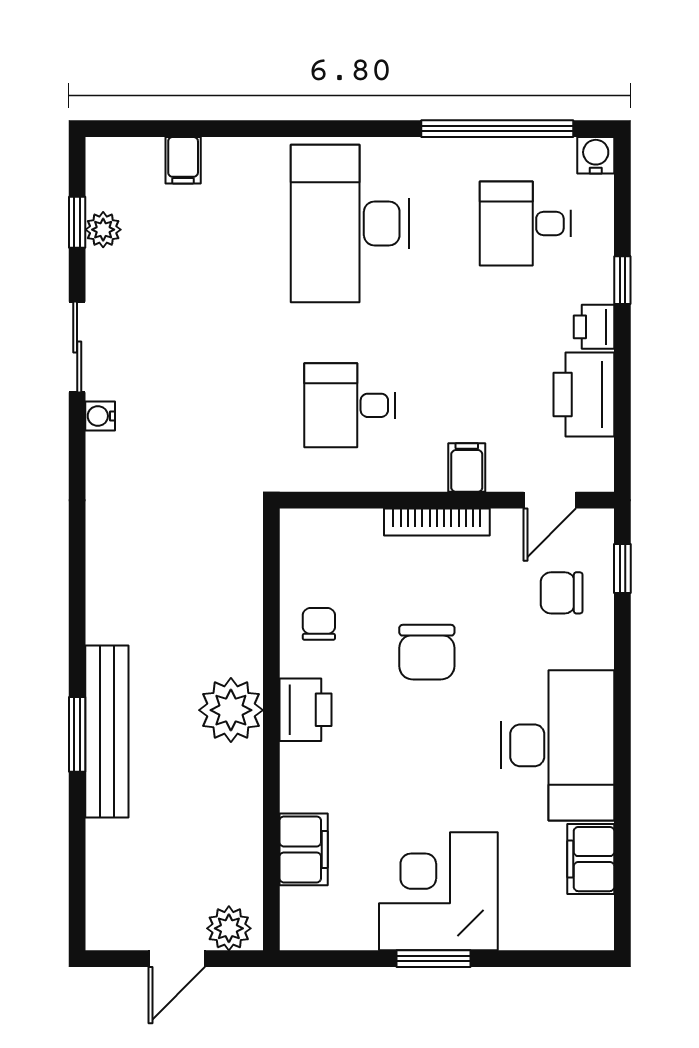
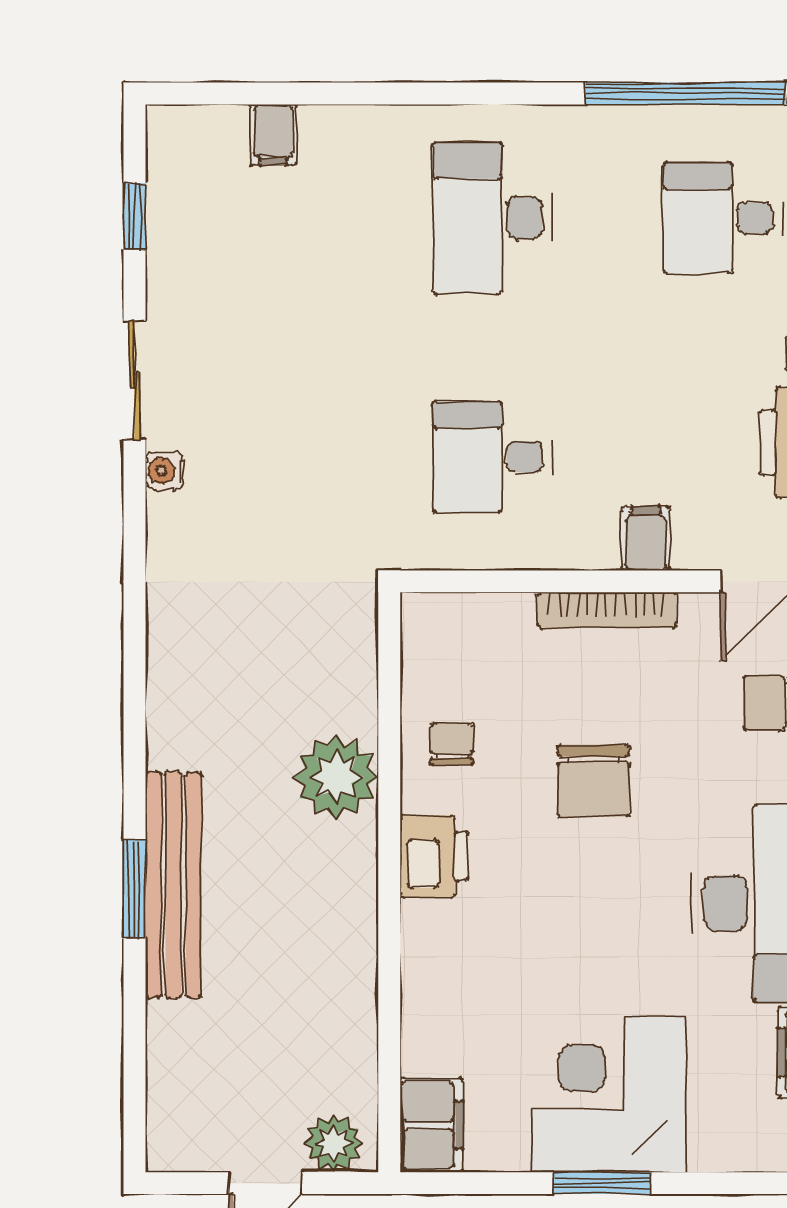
desk: (350, 223) -> (492, 218), width x0.73, depth x0.77
plant: (103, 230) -> (168, 226), removed
plant: (231, 710) -> (336, 777), moved
filing cabinet: (304, 849) -> (432, 1125), moved

